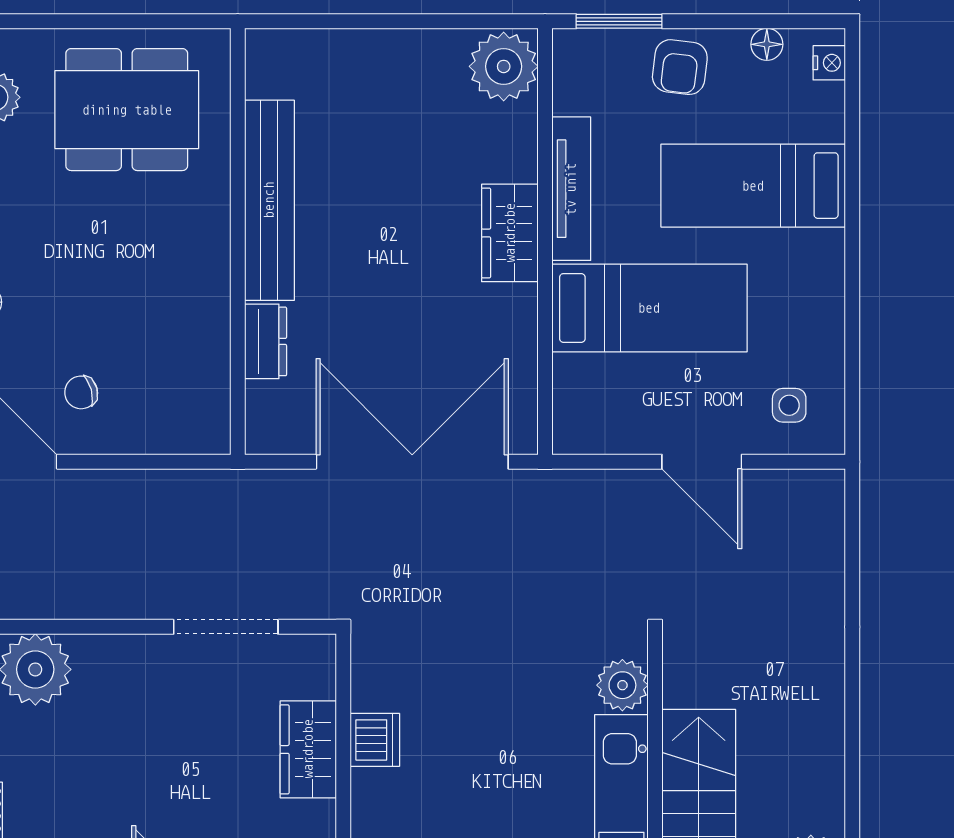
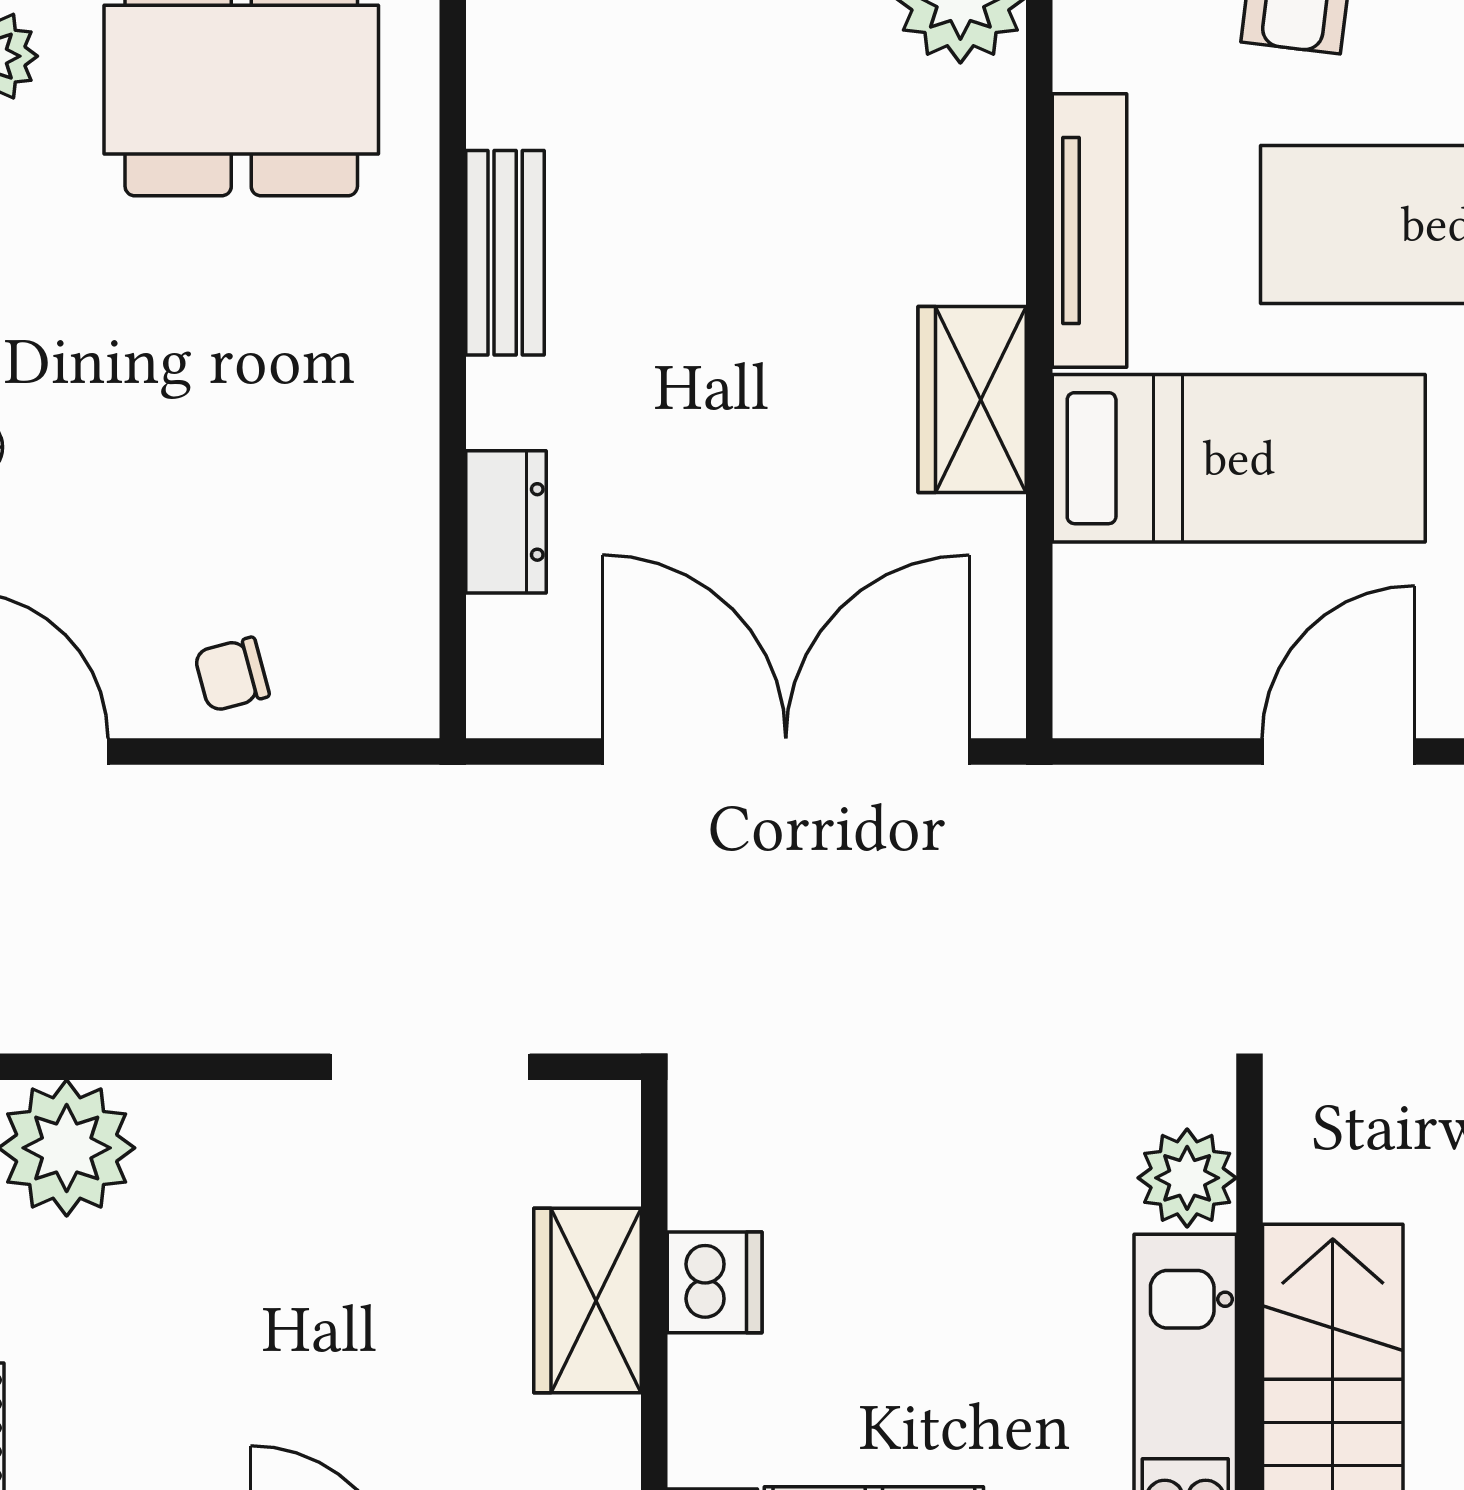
bench: (269, 200) -> (505, 253), width x0.54, depth x0.82
wardrobe: (510, 233) -> (972, 400), moved
chair: (81, 392) -> (232, 674), moved
door: (702, 462) -> (1338, 752), swing flipped

